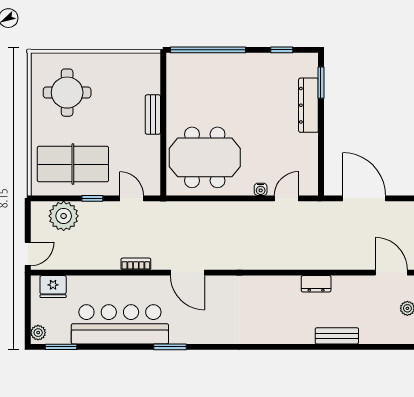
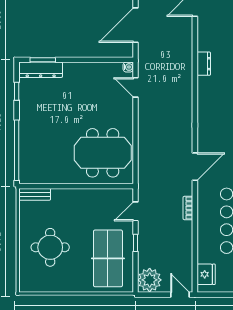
round table: (67, 93) -> (50, 247), moved
dresser: (308, 105) -> (41, 70), moved
bench: (153, 115) -> (35, 194), moved
meeting table: (205, 157) -> (103, 153), turned 90
water cooler: (261, 189) -> (128, 67), moved
plant: (64, 216) -> (150, 280), moved

